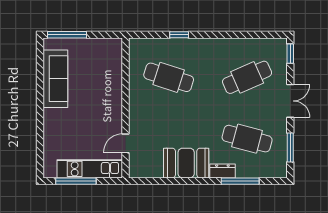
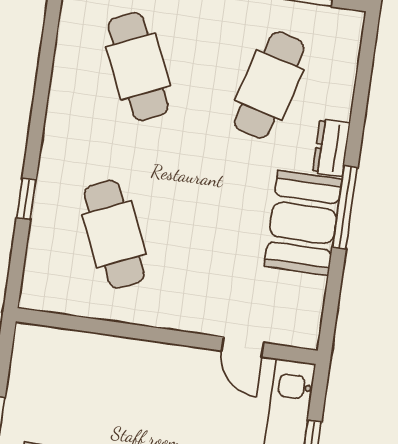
cafe table: (169, 77) -> (114, 234), turned -42
window: (240, 181) -> (345, 207), moved

